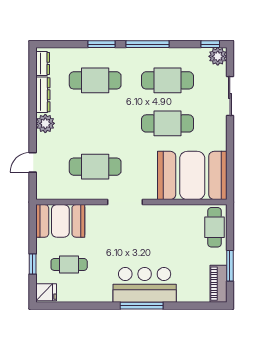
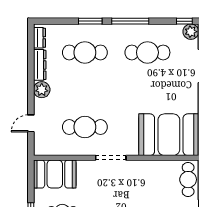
cafe table: (168, 123) -> (147, 90), removed

